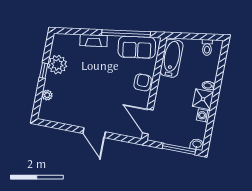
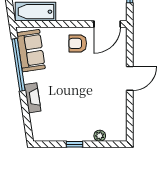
plant: (57, 65) -> (65, 131), removed
armchair: (143, 82) -> (78, 43), moved

